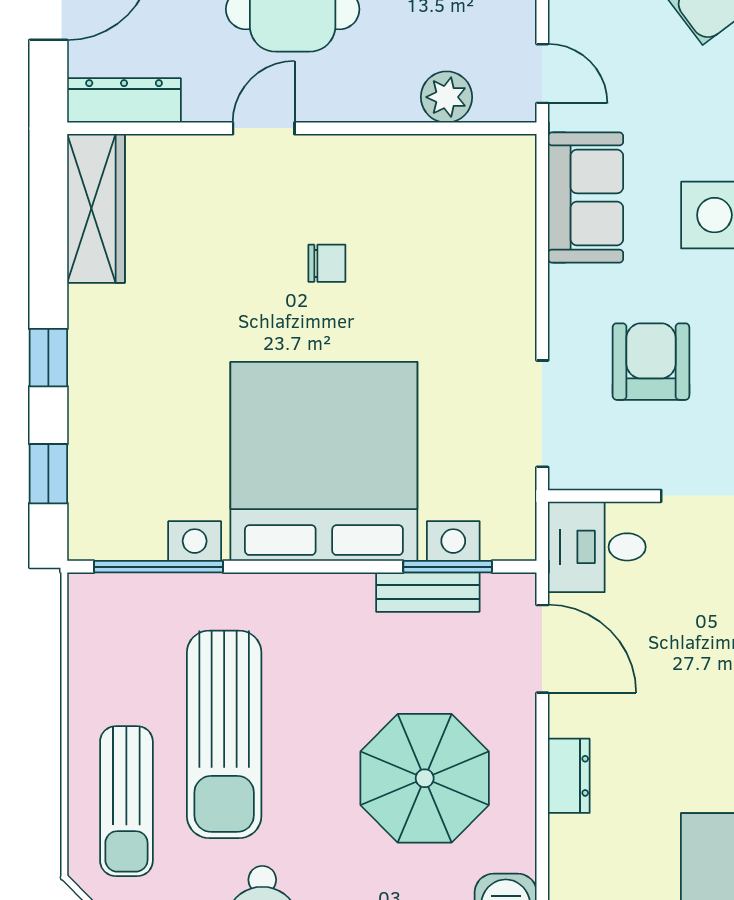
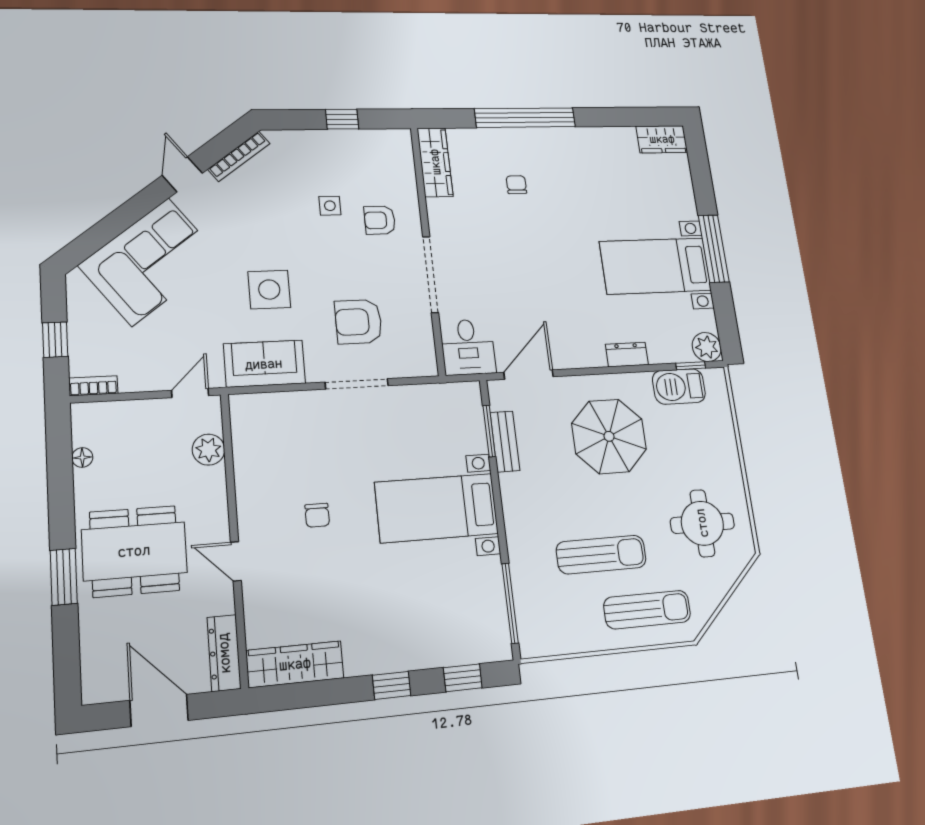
chair: (327, 263) -> (317, 515), turned 180
doorway: (542, 414) -> (357, 384), moved
bed with nightstands: (324, 461) -> (437, 508), width x0.54
sun lounger: (224, 734) -> (601, 555), width x0.73, depth x0.75
dresser: (569, 776) -> (627, 355), moved

